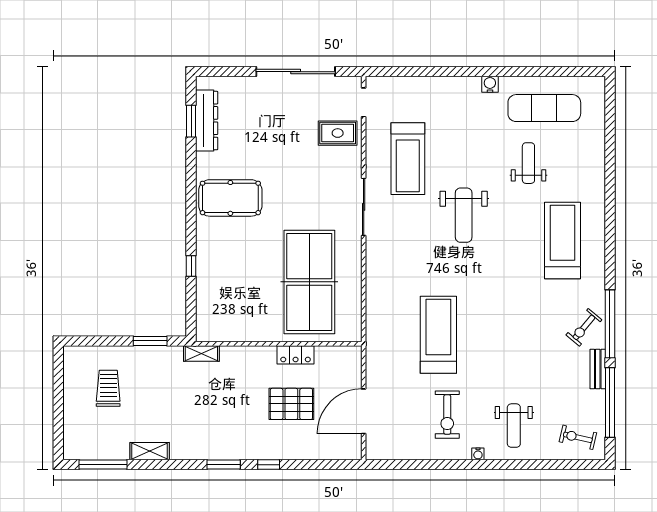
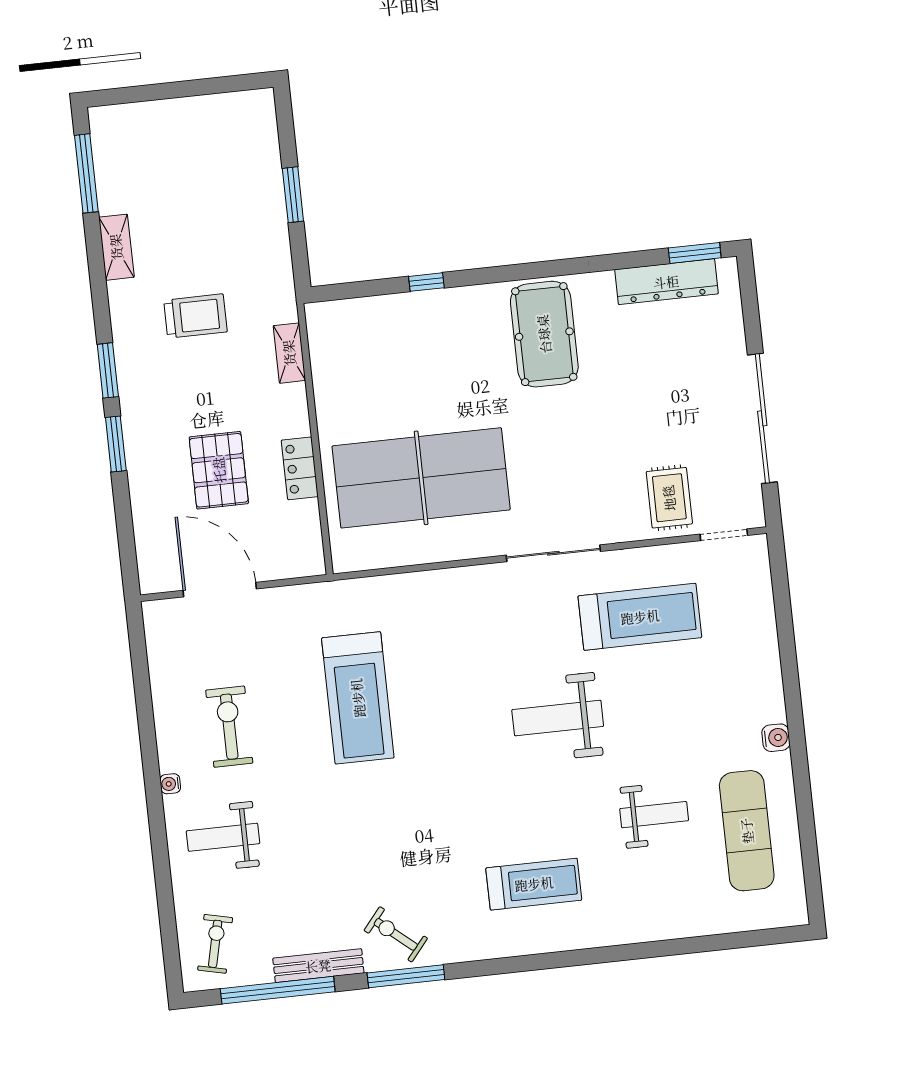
window: (191, 121) -> (695, 253), moved
treadmill: (408, 159) -> (640, 617), turned 180
treadmill: (563, 240) -> (534, 884), width x0.73, depth x0.73
window: (610, 324) -> (406, 976), width x0.68
treadmill: (438, 335) -> (358, 698), turned 90
window: (150, 341) -> (293, 195), moved
shelving: (201, 354) -> (289, 353), moved
bench: (598, 369) -> (318, 966), width x1.36
trolley: (108, 388) -> (195, 316), moved
exercise bike: (447, 415) -> (229, 727), turned 90
window: (269, 465) -> (116, 444), width x1.50

